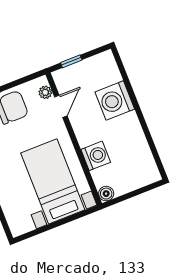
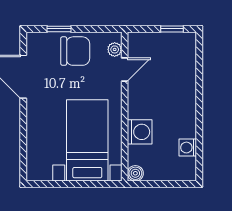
window: (71, 61) -> (172, 29), moved
washing machine: (115, 101) -> (188, 148), moved, width x0.53, depth x0.53

